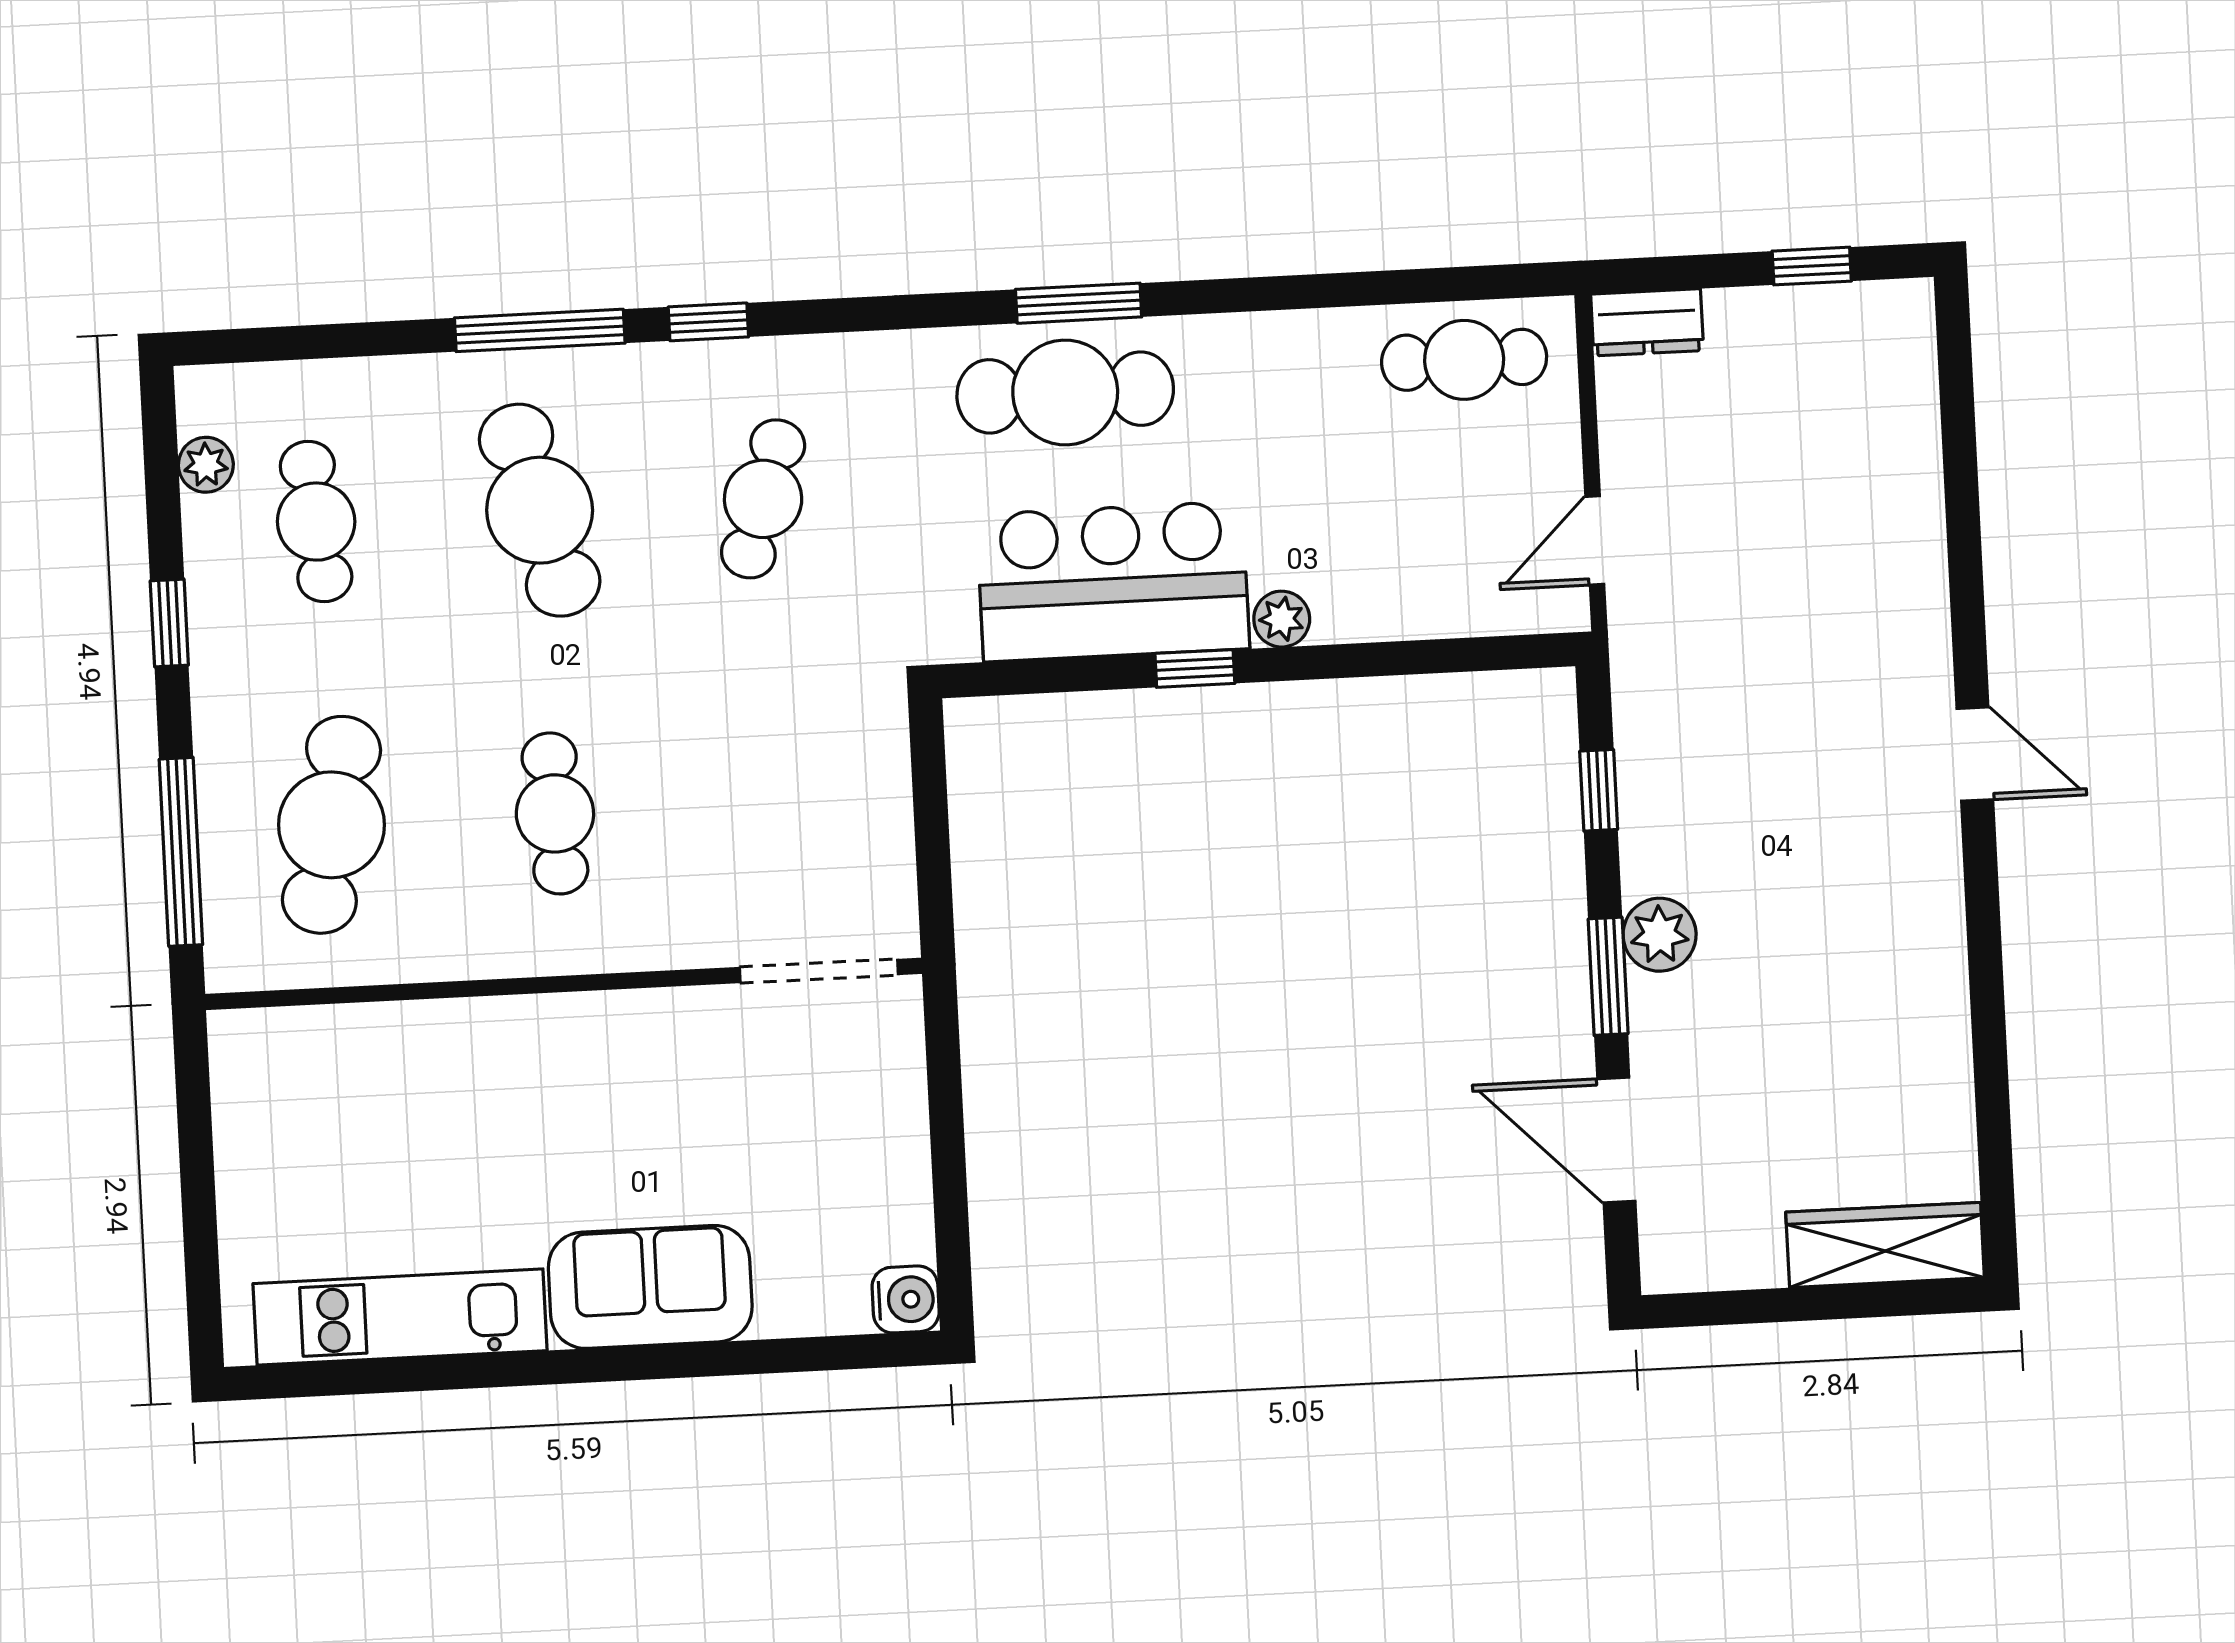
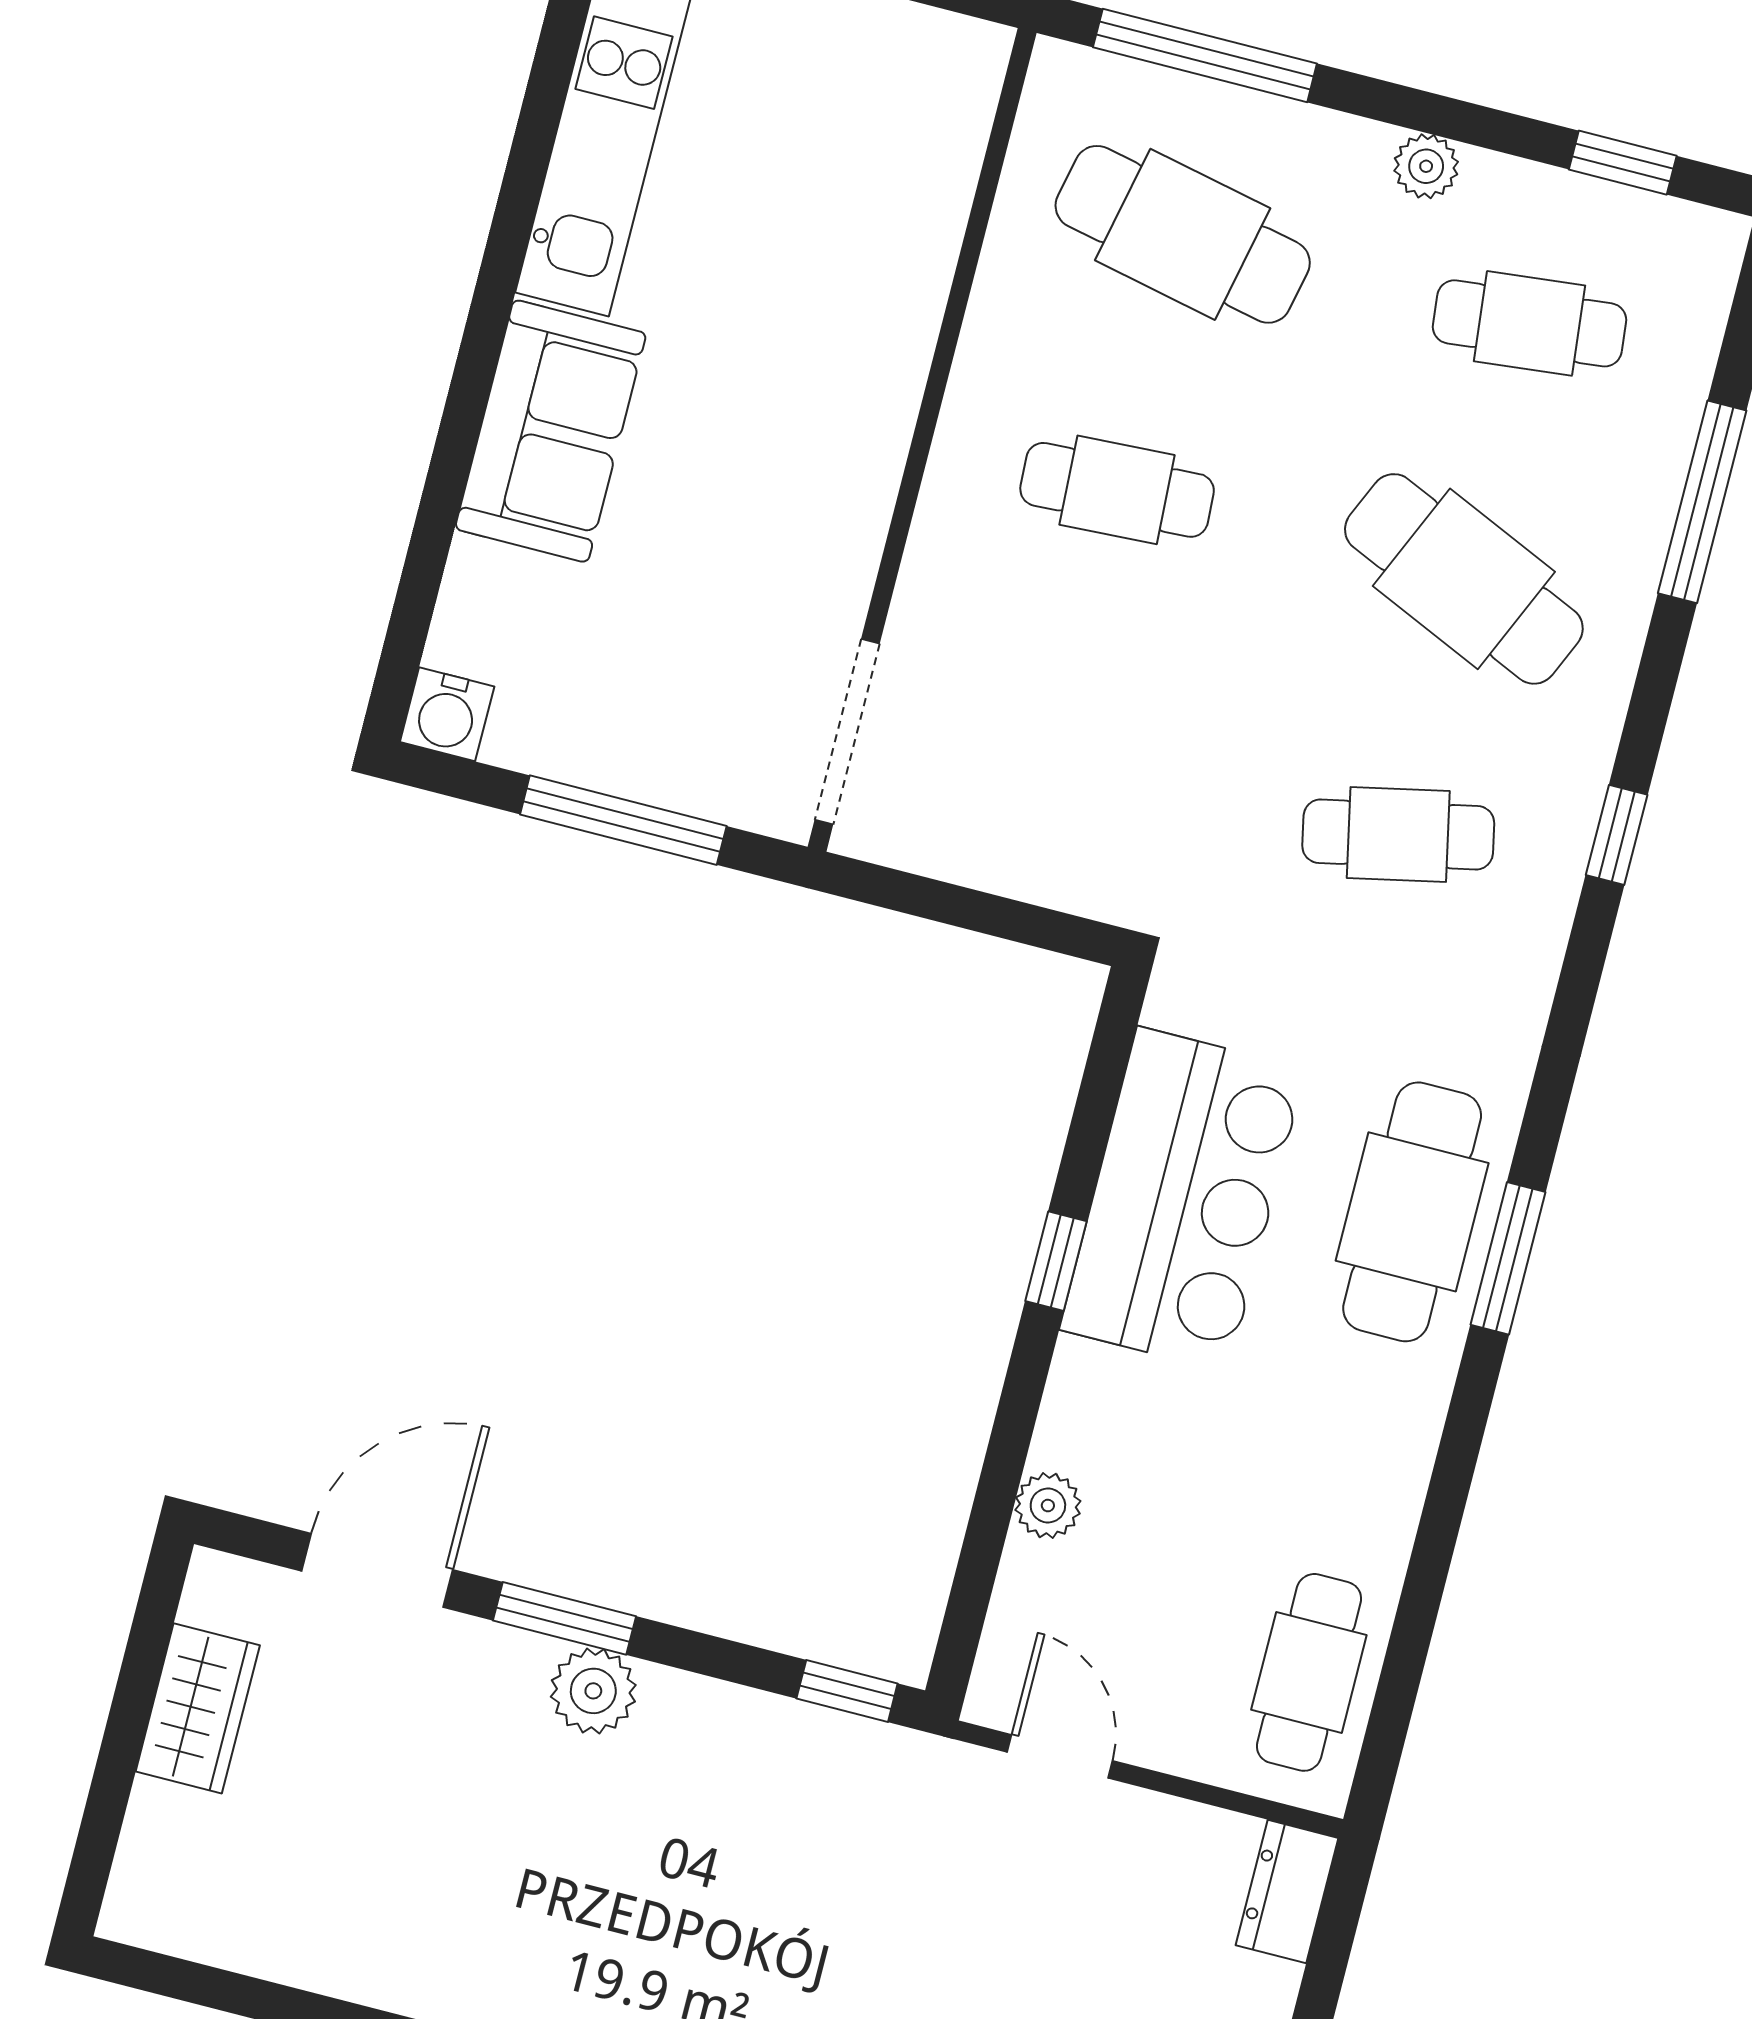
window: (540, 330) -> (1702, 502), moved
plant: (206, 465) -> (1426, 166), moved
cafe table: (763, 499) -> (1398, 834), turned -30
cafe table: (540, 510) -> (1464, 579), turned 39
plant: (1282, 619) -> (1048, 1506), moved
window: (169, 623) -> (1623, 163), moved
window: (1599, 790) -> (847, 1691), moved
window: (947, 1130) -> (623, 820), added
wardrobe: (1885, 1245) -> (198, 1708), moved, width x0.67

